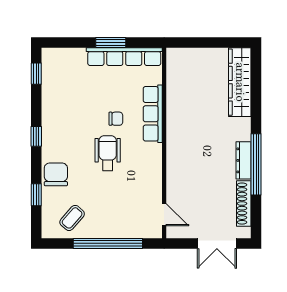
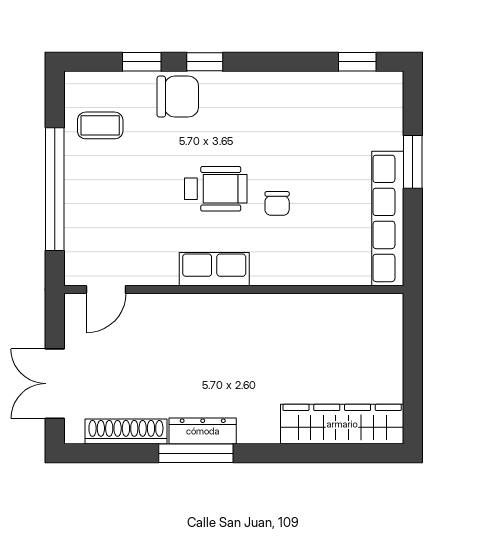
window: (111, 42) -> (413, 162), moved
row of seats: (153, 114) -> (214, 269), moved, width x0.68
window: (36, 136) -> (205, 62), moved
window: (256, 164) -> (196, 453), width x0.68
coffee table: (72, 218) -> (100, 125), turned -41

